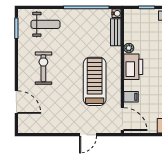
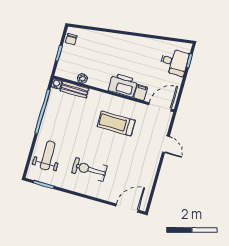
plant: (129, 48) -> (82, 78), moved
printer: (133, 67) -> (123, 85), moved
treadmill: (95, 81) -> (116, 123), width x0.73, depth x0.73
door: (16, 102) -> (127, 208), moved

